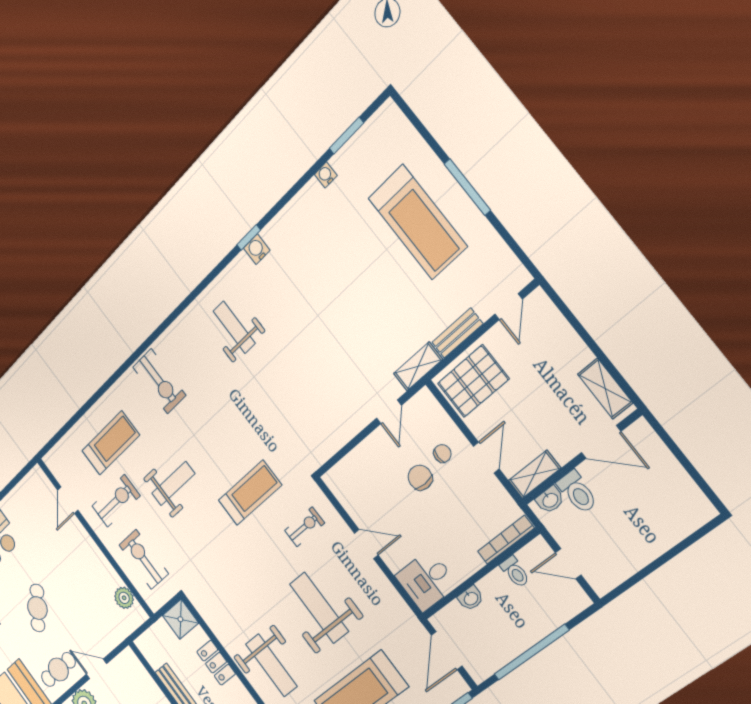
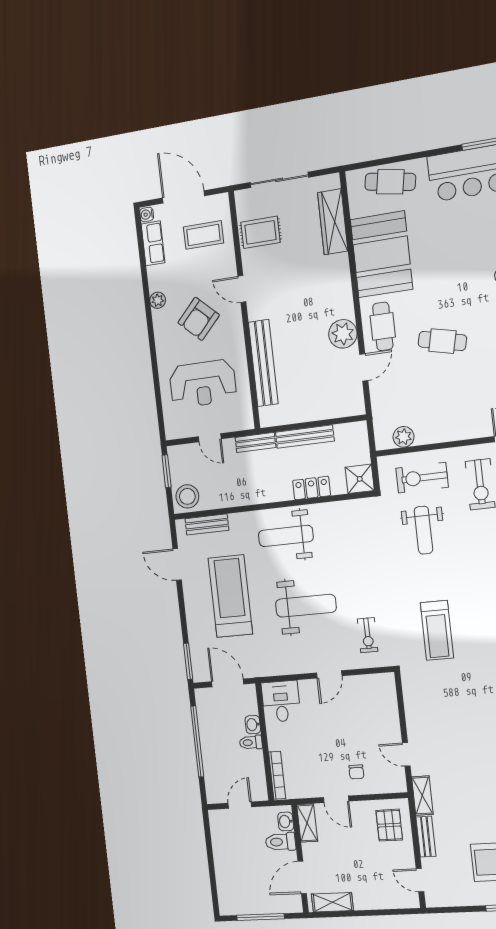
pallet: (473, 381) -> (389, 825), width x0.67, depth x0.71
window: (685, 463) -> (261, 917), added
chair: (420, 478) -> (350, 745), removed
weight bench: (173, 484) -> (423, 530), moved
treadmill: (250, 493) -> (437, 630), moved
exercise bike: (144, 559) -> (422, 478), turned 180
toilet: (515, 572) -> (251, 742), moved
cafe table: (37, 608) -> (442, 341), turned -30

